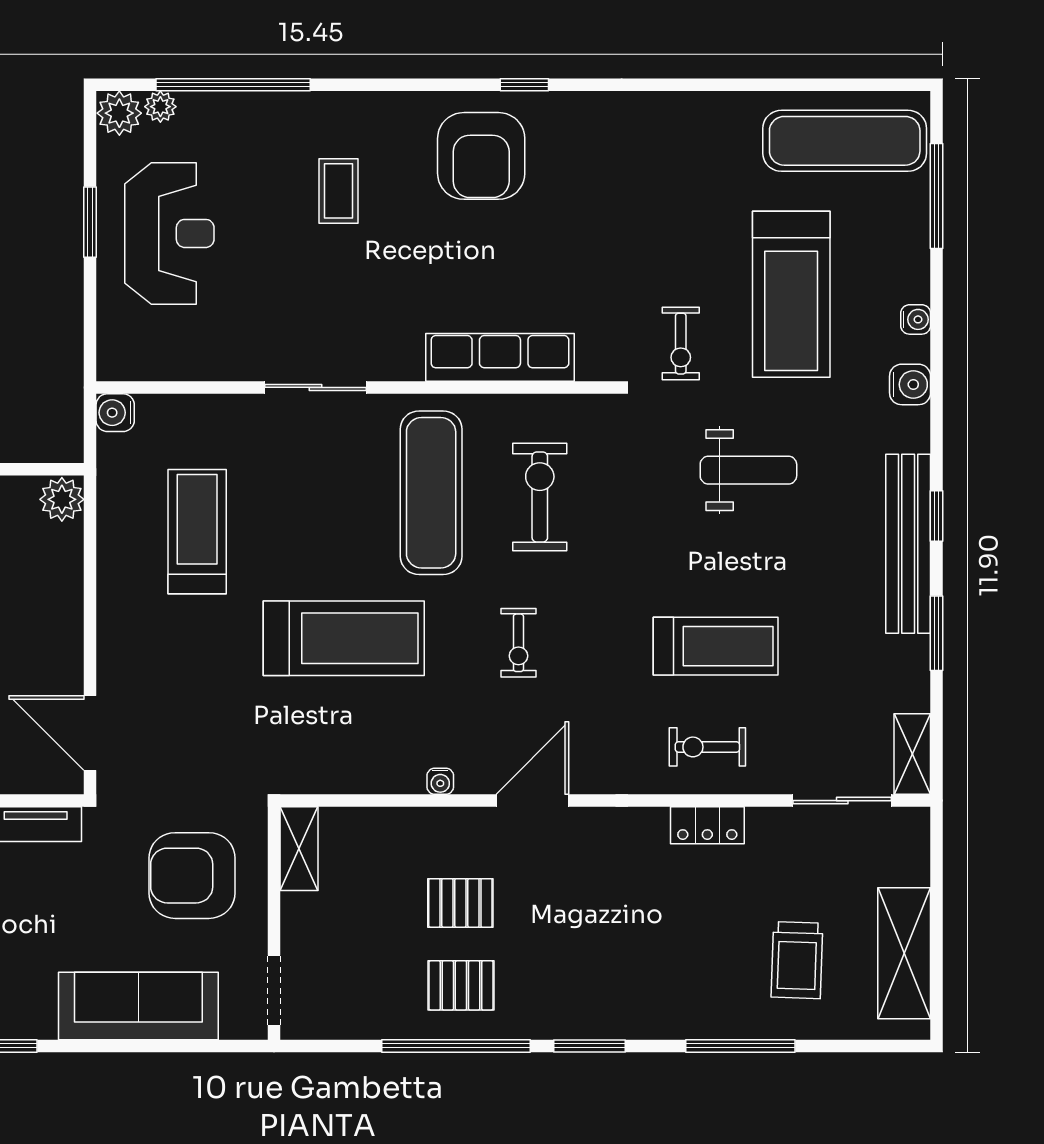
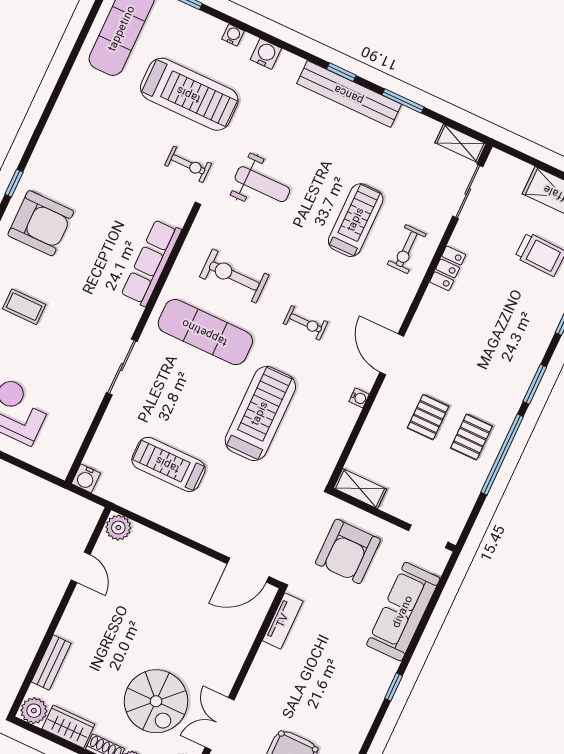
weight bench: (748, 470) -> (262, 184), moved, turned 90

